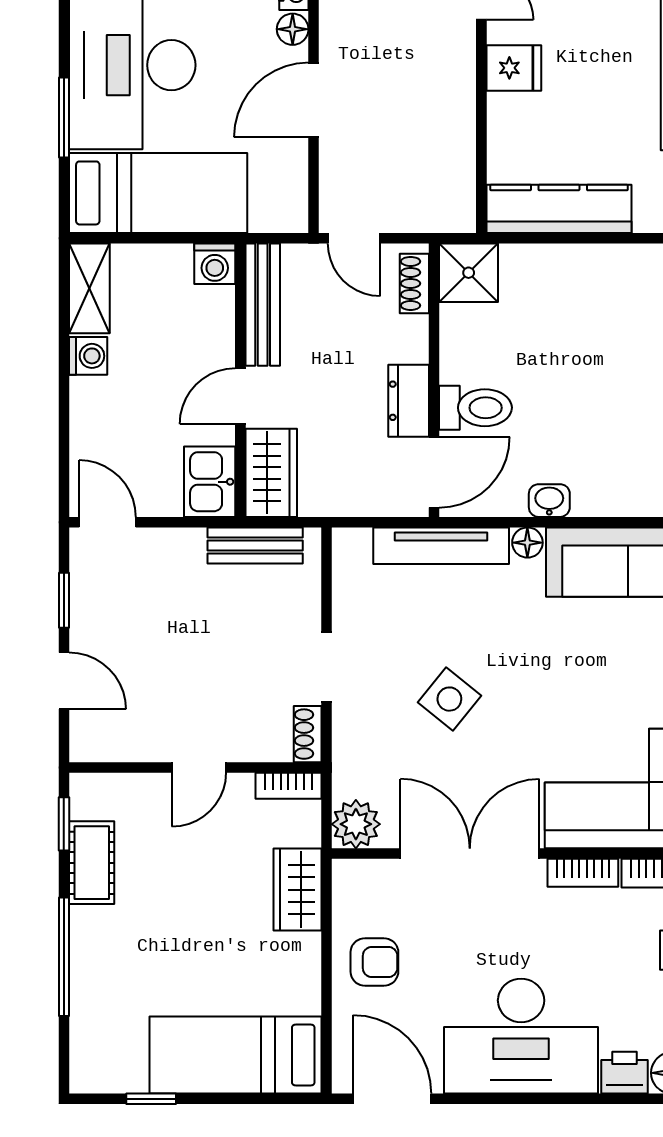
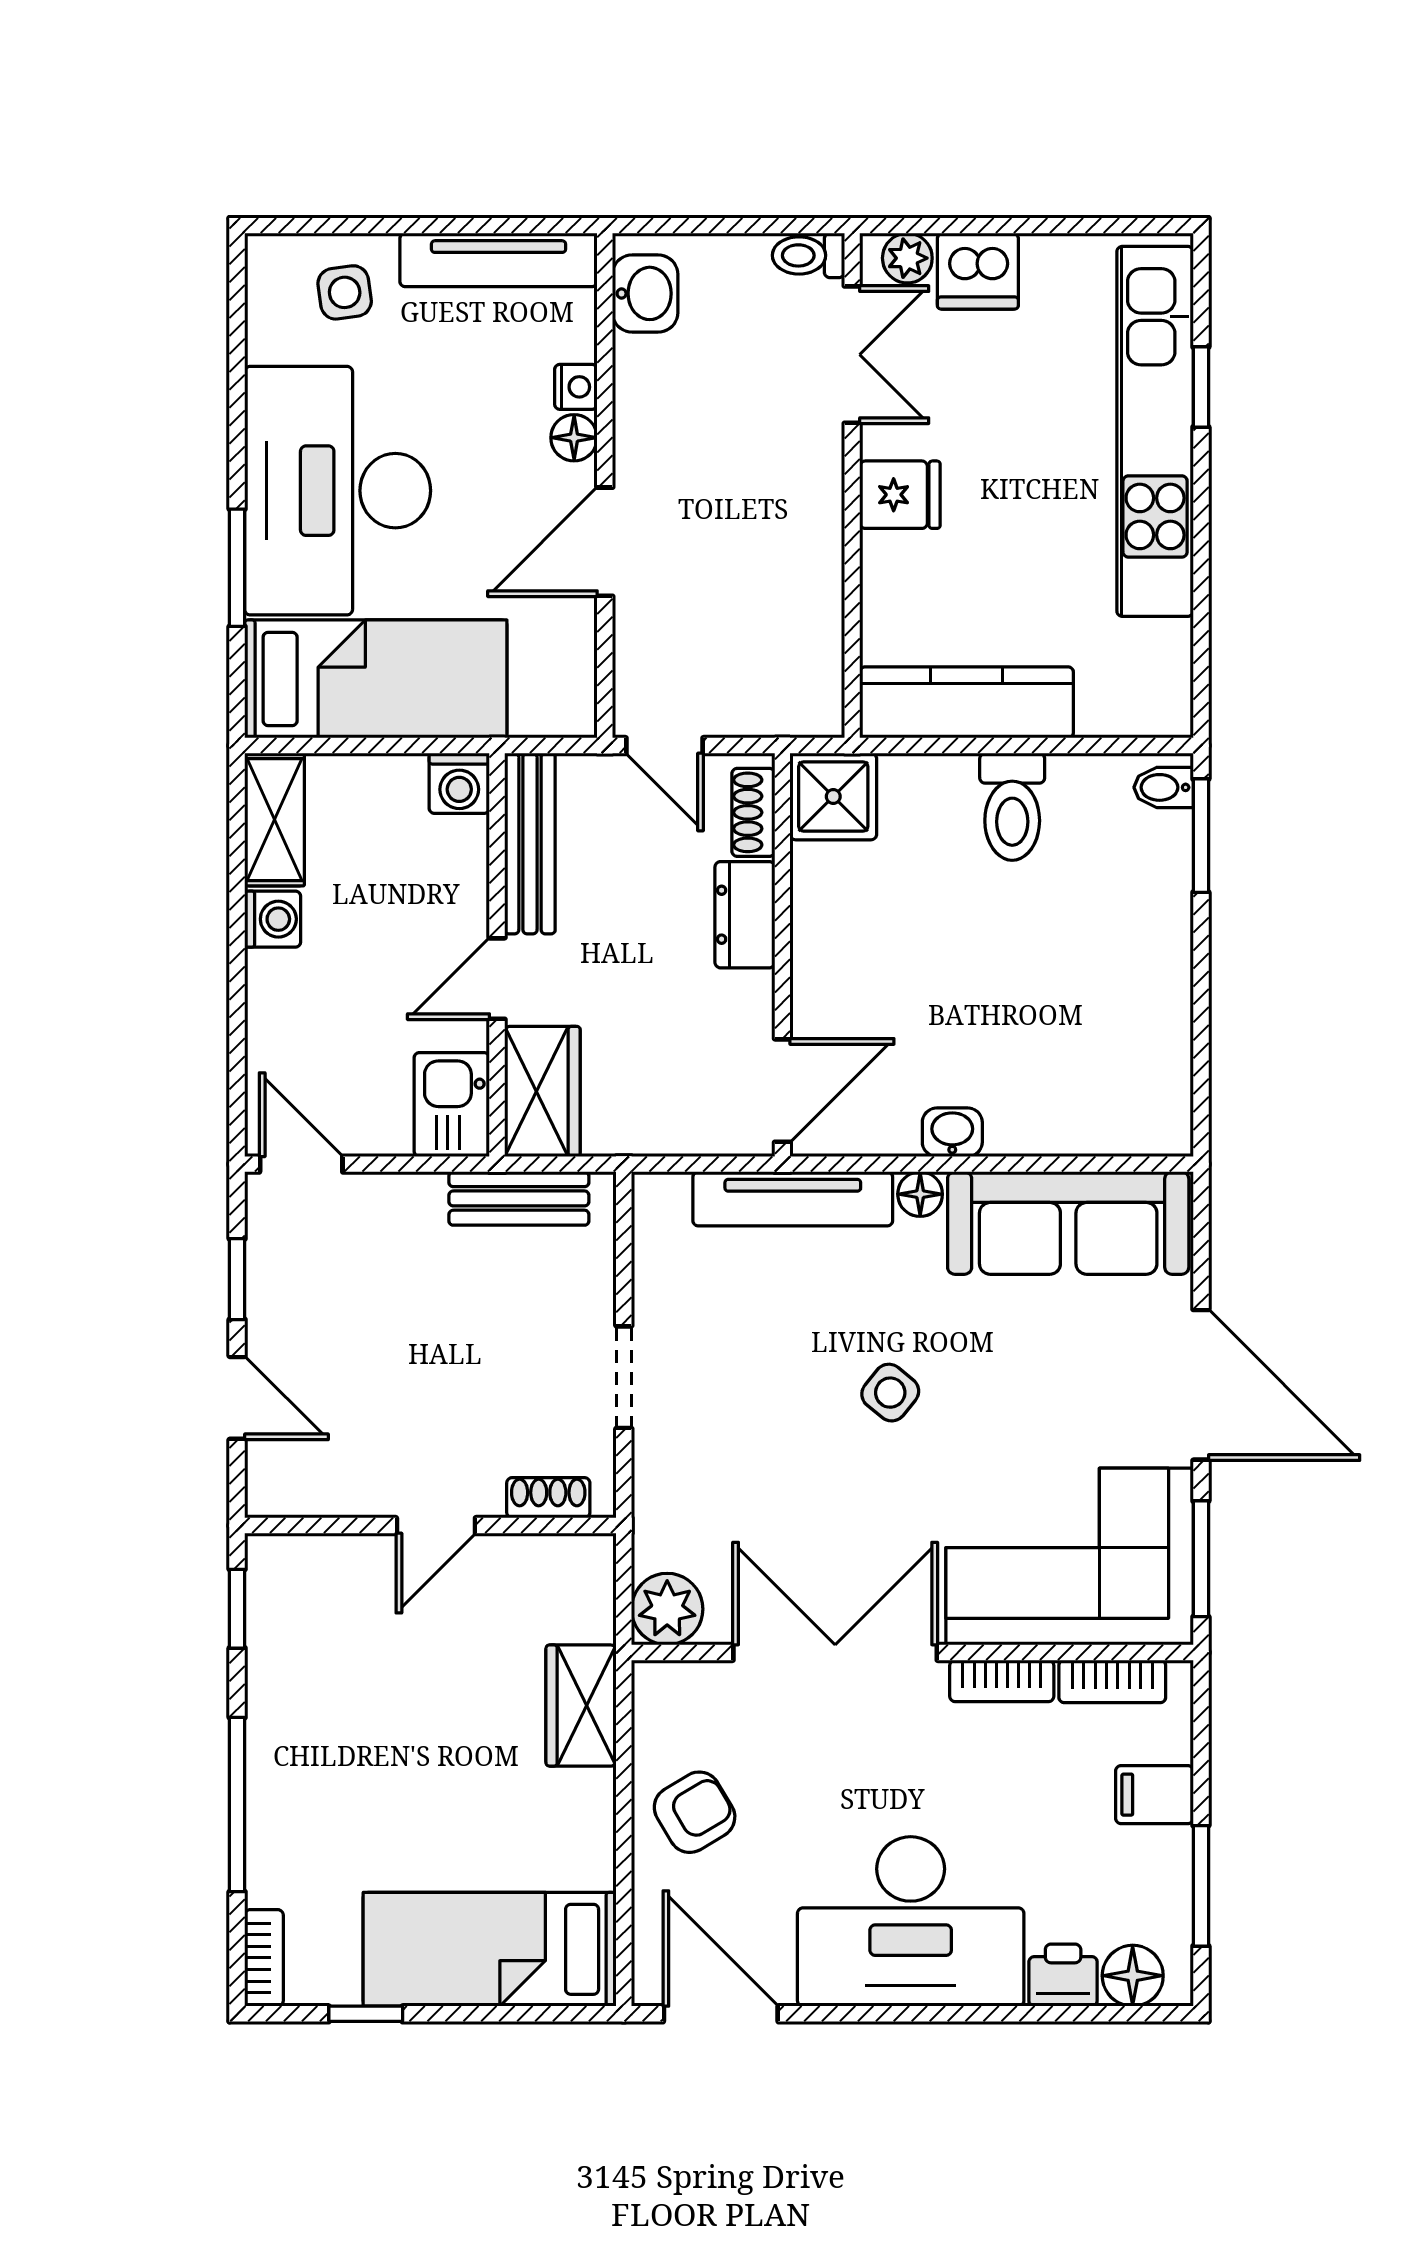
dresser: (409, 401) -> (745, 915), moved
toilet: (475, 408) -> (1012, 807), moved, turned 90
side table: (449, 699) -> (890, 1393), moved, width x0.73, depth x0.73
shoe rack: (308, 734) -> (548, 1498), moved, turned 90
bookcase: (288, 786) -> (264, 1958), moved, turned -90
cot: (92, 863) -> (278, 1666), removed
armchair: (374, 962) -> (695, 1812), turned -31

